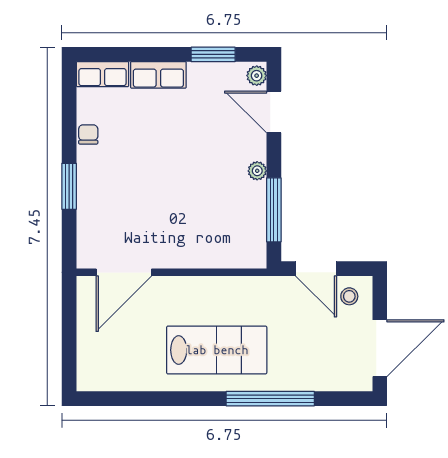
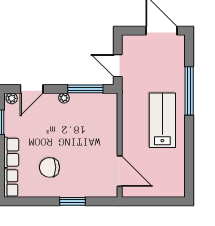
chair: (88, 134) -> (49, 167), moved, width x1.87, depth x1.87
door: (316, 269) -> (118, 66), swing flipped
stool: (349, 296) -> (133, 47), removed

